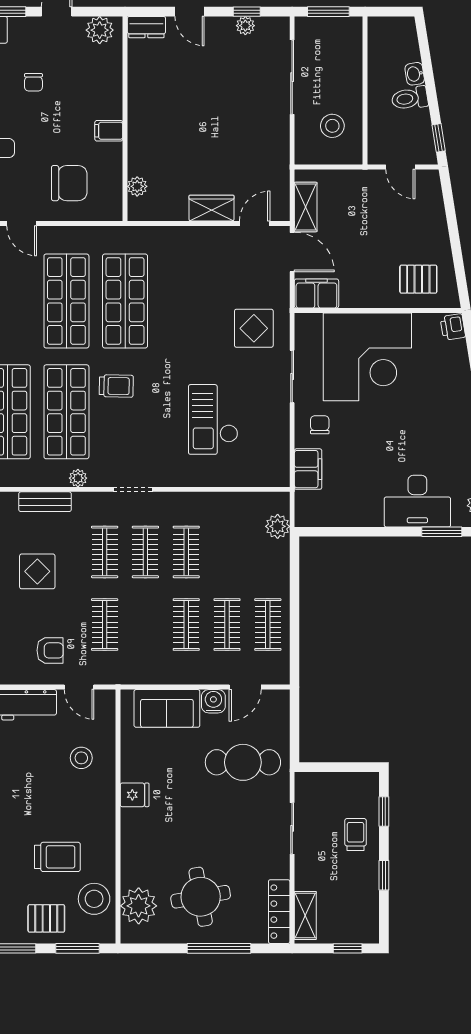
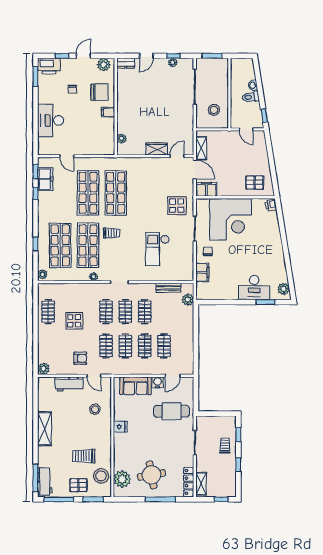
door: (190, 12) -> (146, 56), hinge flipped
chair: (69, 183) -> (99, 92), moved
bench: (45, 502) -> (168, 288), moved
clothes rail: (268, 625) -> (125, 346), moved
trolley: (57, 857) -> (84, 456), turned 180

